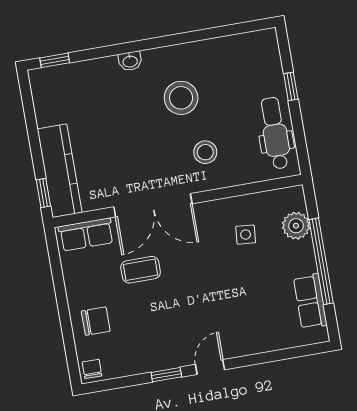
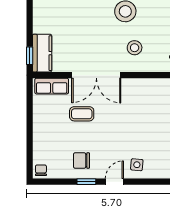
kitchen counter: (60, 171) -> (42, 53), width x0.67
side table: (246, 235) -> (137, 165), moved
chair: (96, 321) -> (81, 160), moved, turned 180

